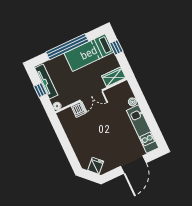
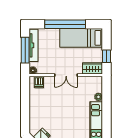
window: (116, 47) -> (106, 56), moved
window: (40, 90) -> (25, 50), width x2.17
dishwasher: (78, 110) -> (39, 82), moved

